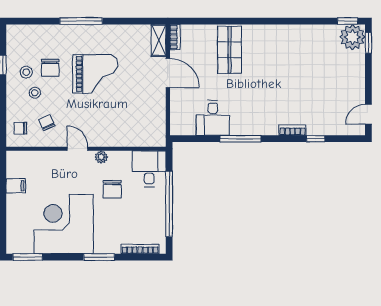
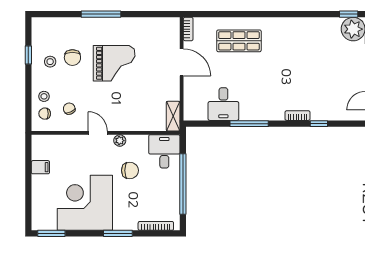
shelving: (159, 40) -> (173, 116), moved
shop shelf: (230, 50) -> (239, 41), turned 90
stool: (35, 93) -> (44, 96), moved
chair: (112, 189) -> (130, 170), turned -90

